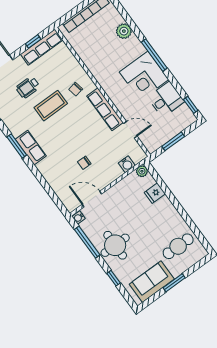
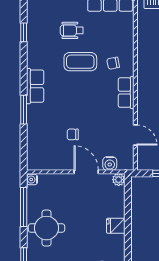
row of seats: (105, 109) -> (126, 93), width x0.68
window: (17, 146) -> (24, 110), moved
fridge: (155, 193) -> (116, 226), moved
door: (92, 199) -> (86, 172), moved

